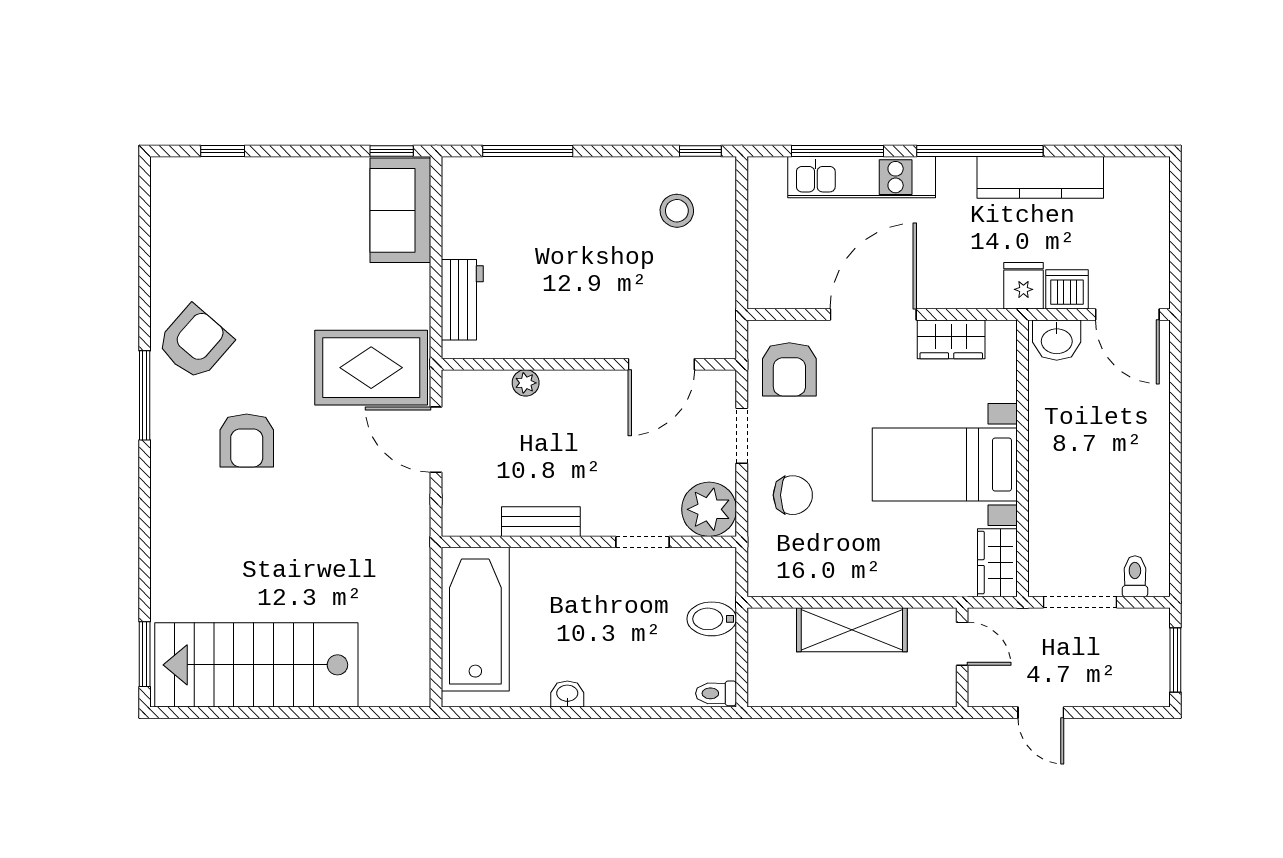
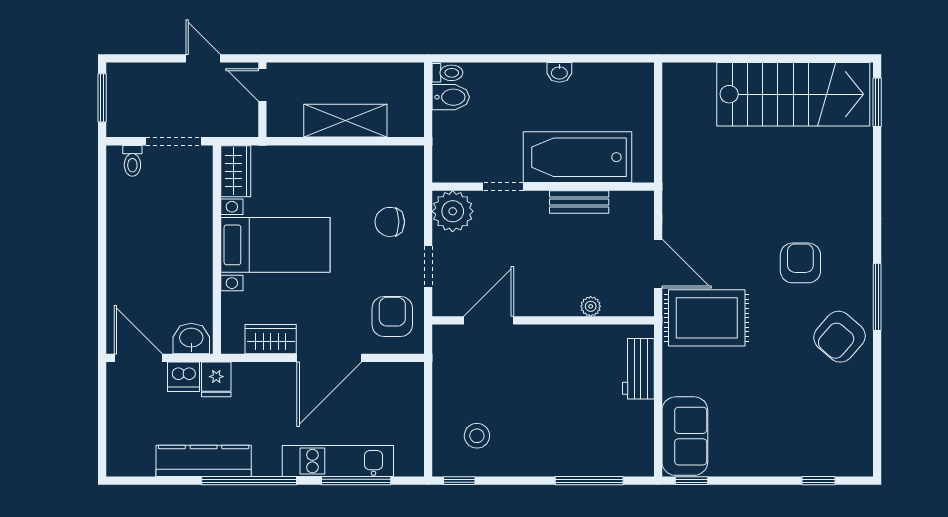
bathtub: (475, 619) -> (577, 157), moved, turned 90
bidet: (712, 619) -> (451, 97), moved
door: (962, 644) -> (262, 85), moved

